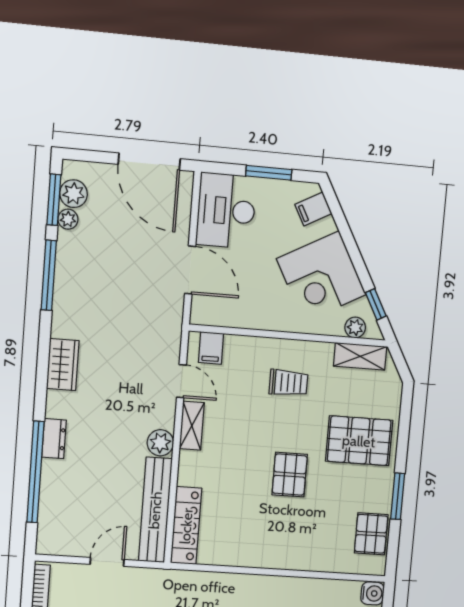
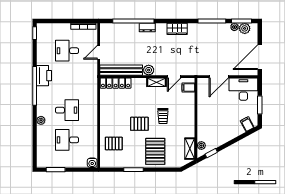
corner desk: (321, 277) -> (221, 130), removed
trolley: (288, 383) -> (163, 116), moved
pallet: (371, 534) -> (114, 143), moved
door: (107, 562) -> (99, 52), swing flipped

